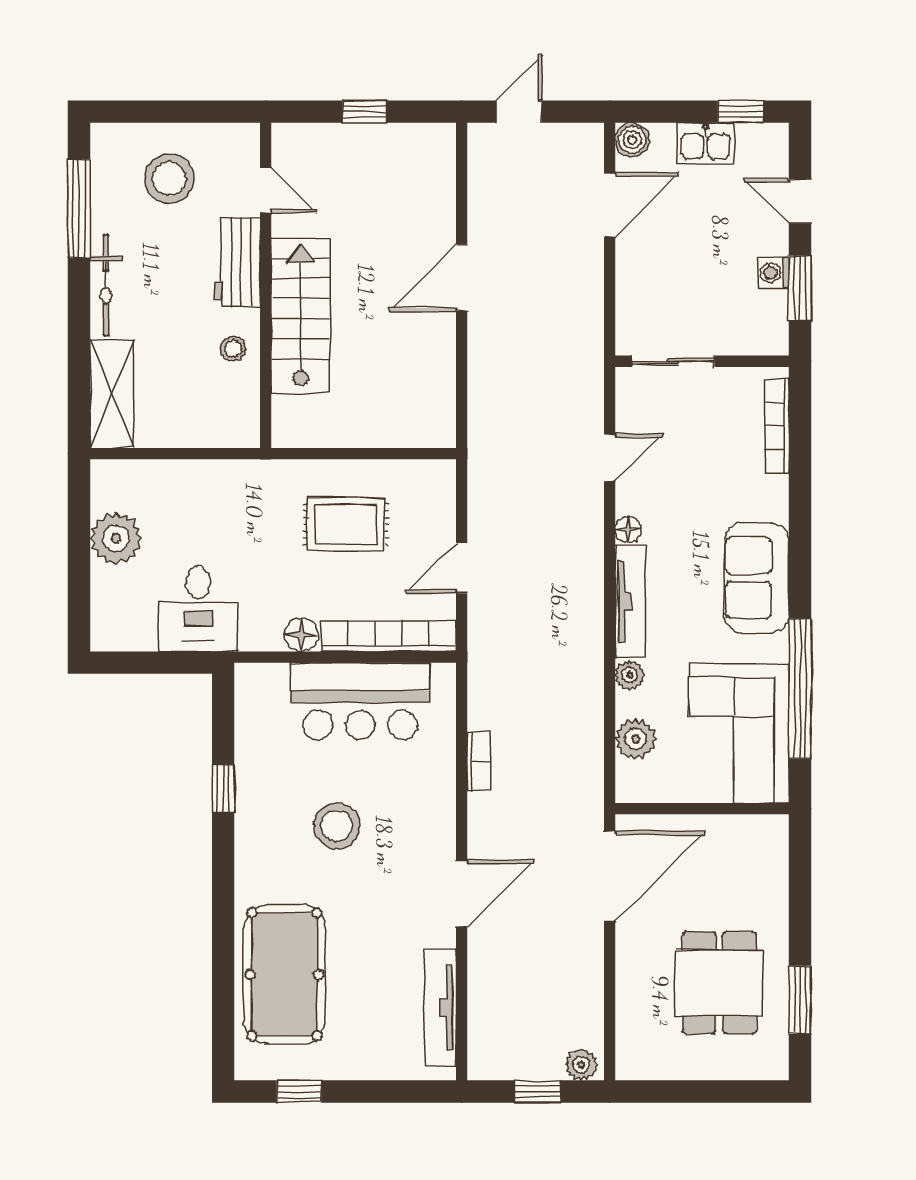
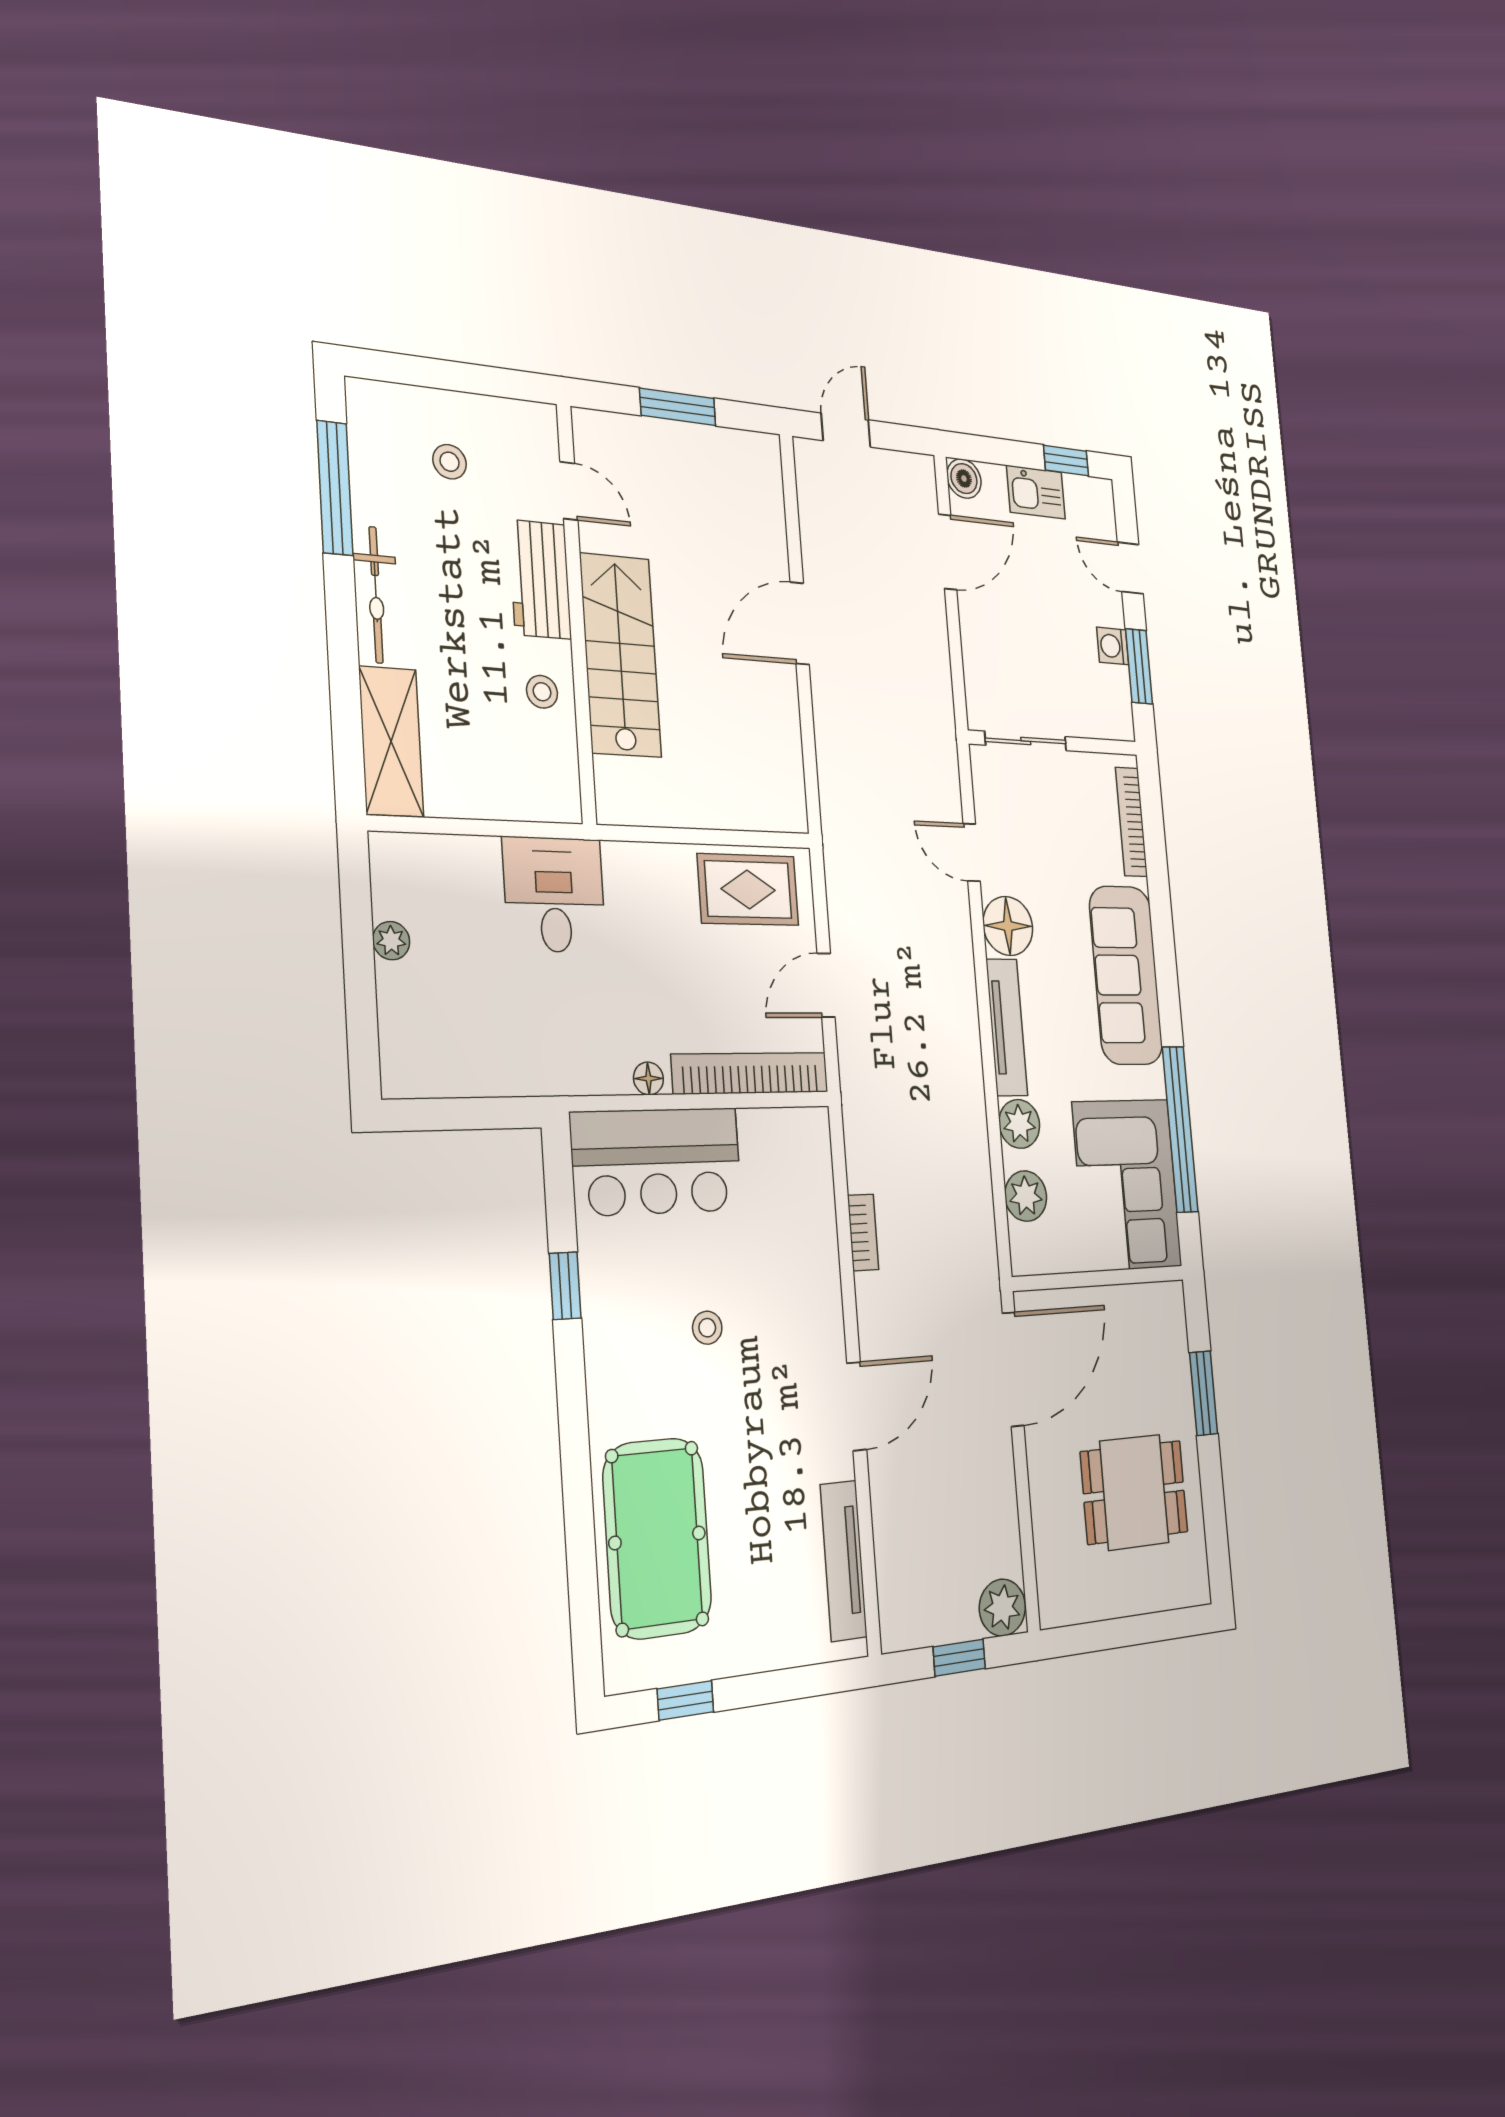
window: (365, 112) -> (678, 407), width x1.50
stool: (169, 179) -> (450, 462), width x0.53, depth x0.53
door: (610, 458) -> (972, 852), swing flipped
rug: (346, 524) -> (748, 890), moved
floor lamp: (628, 529) -> (1008, 926), width x1.89, depth x1.89
plant: (116, 538) -> (391, 941), width x0.53, depth x0.53
sofa: (757, 578) -> (1126, 975), width x1.36
desk: (198, 609) -> (554, 895), moved, turned 180
floor lamp: (301, 635) -> (648, 1078), width x0.73, depth x0.73
plant: (630, 675) -> (1019, 1124), width x1.38, depth x1.38
bar counter: (360, 701) -> (657, 1161), moved
stool: (337, 826) -> (707, 1328), width x0.53, depth x0.53
dining table: (719, 983) -> (1134, 1492), turned 90
window: (800, 1000) -> (1204, 1393), moved
plant: (581, 1065) -> (1002, 1608), width x1.38, depth x1.38

